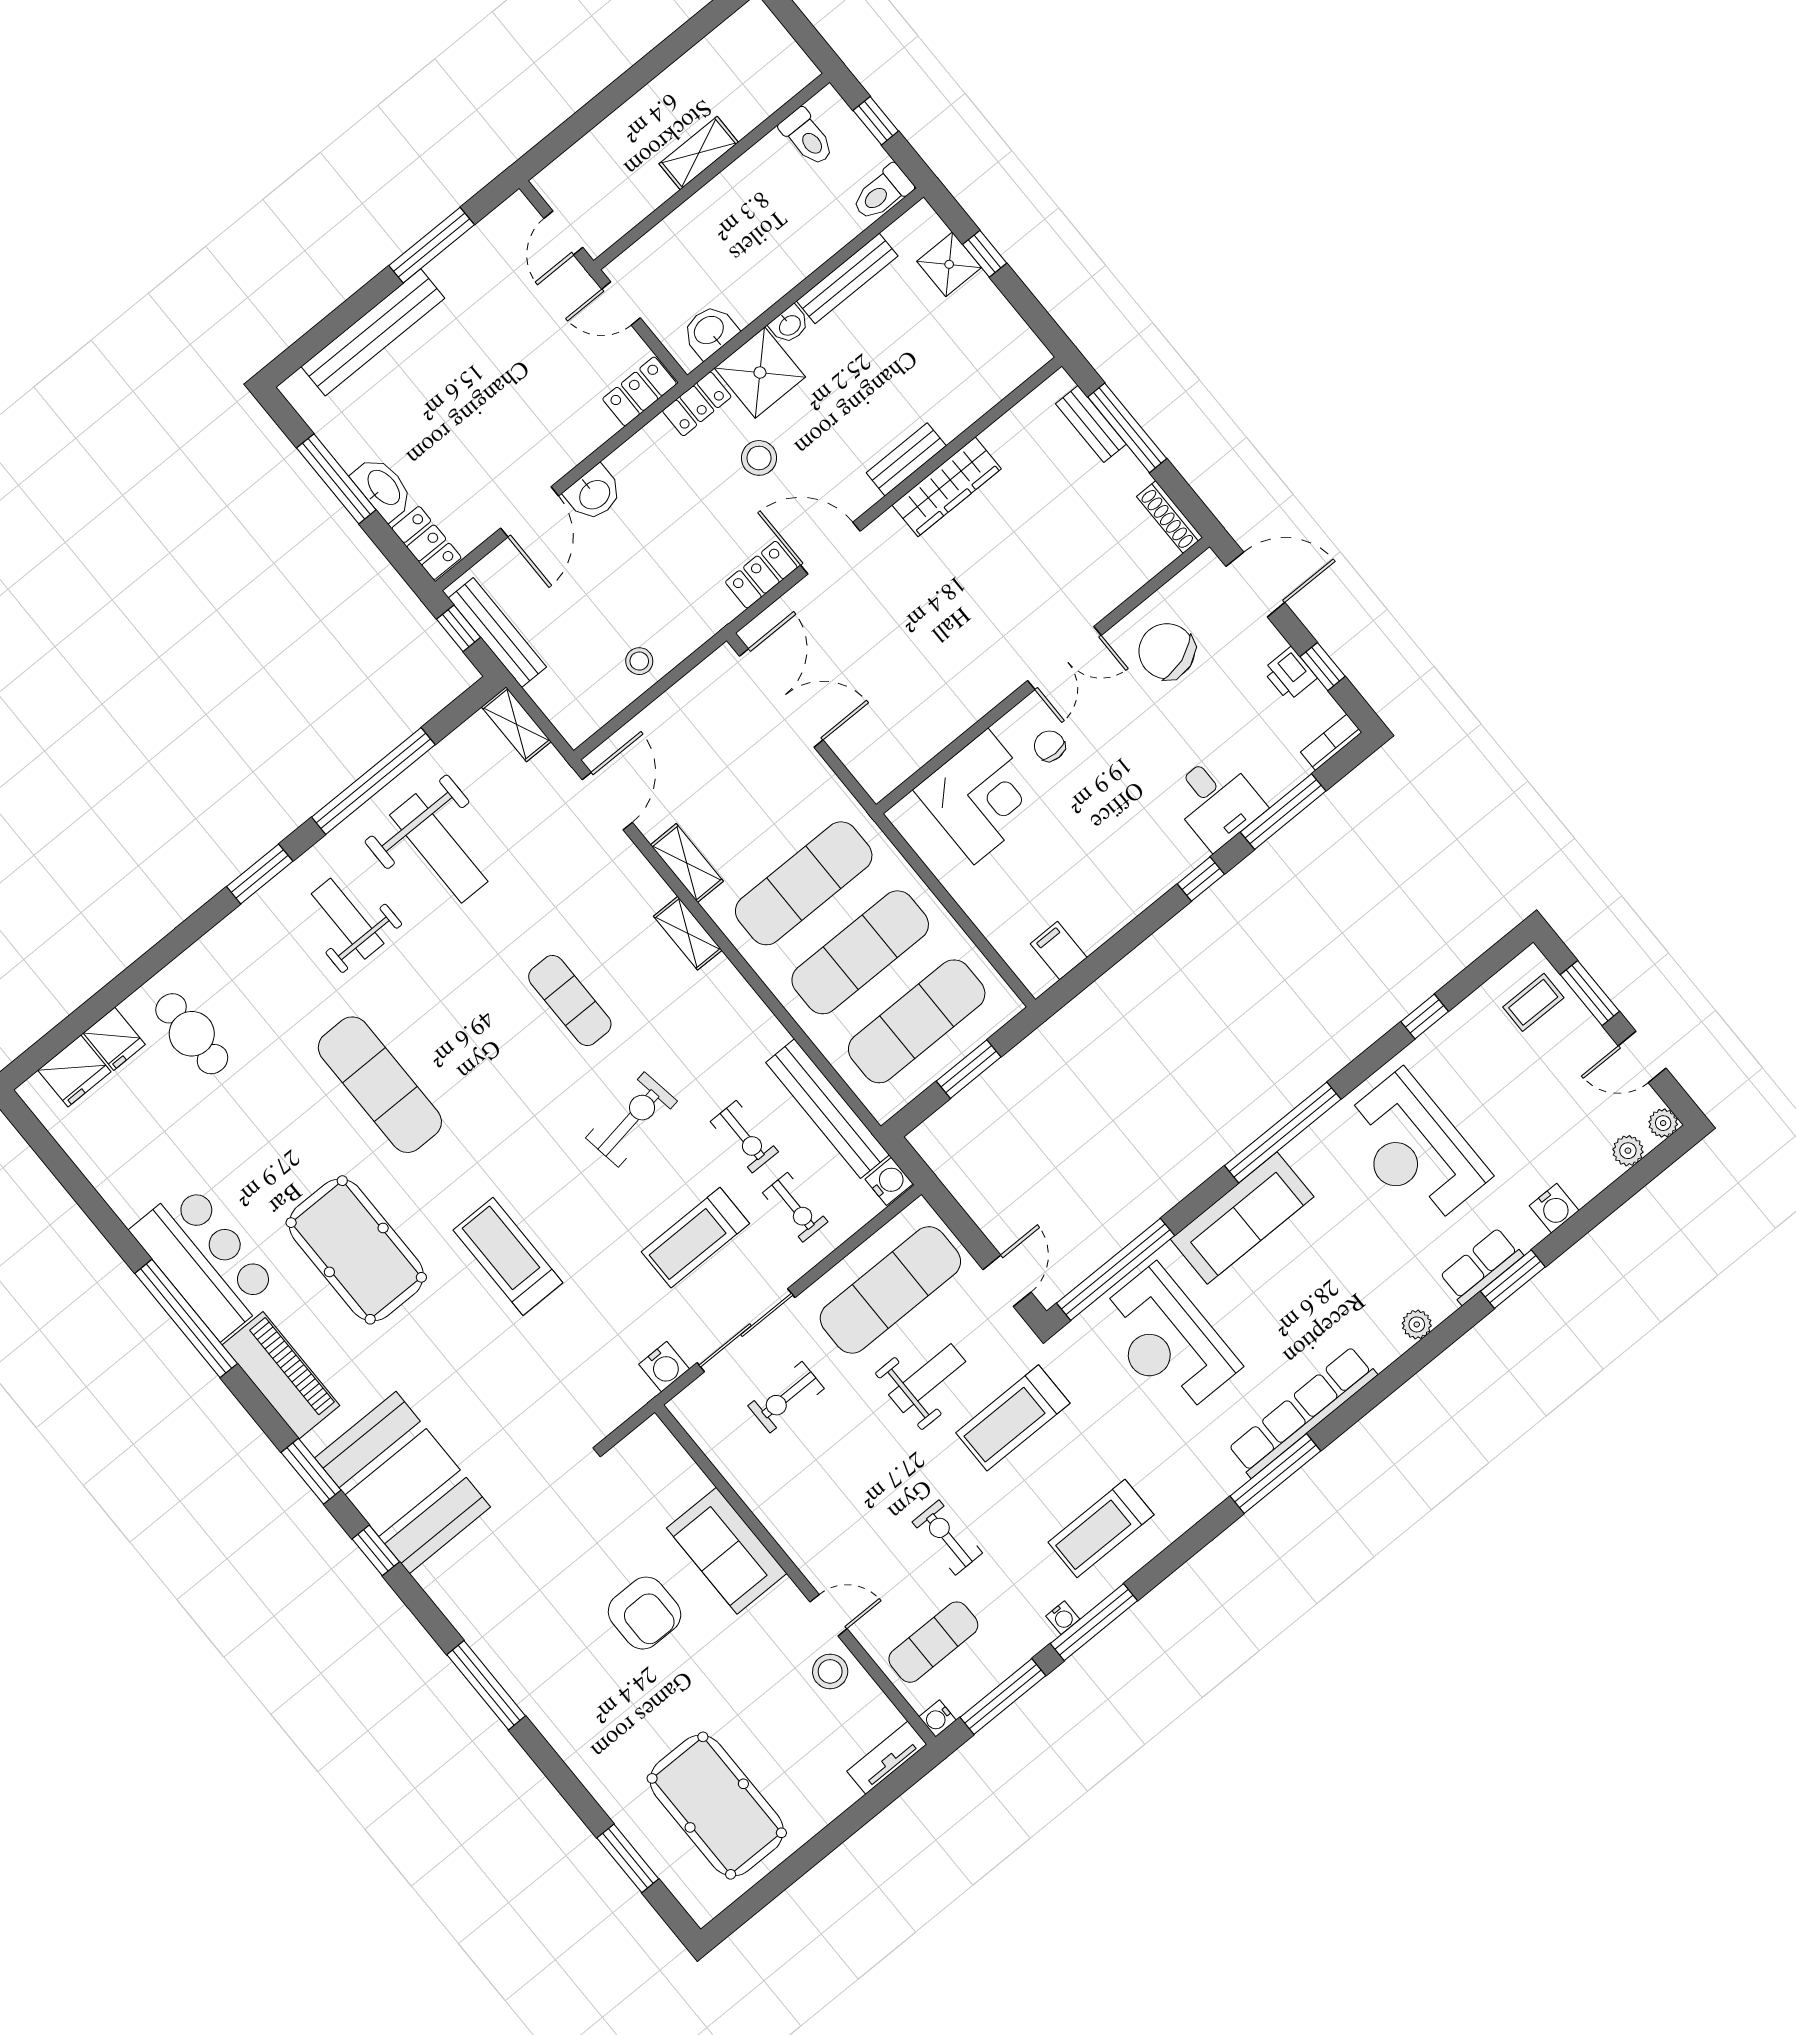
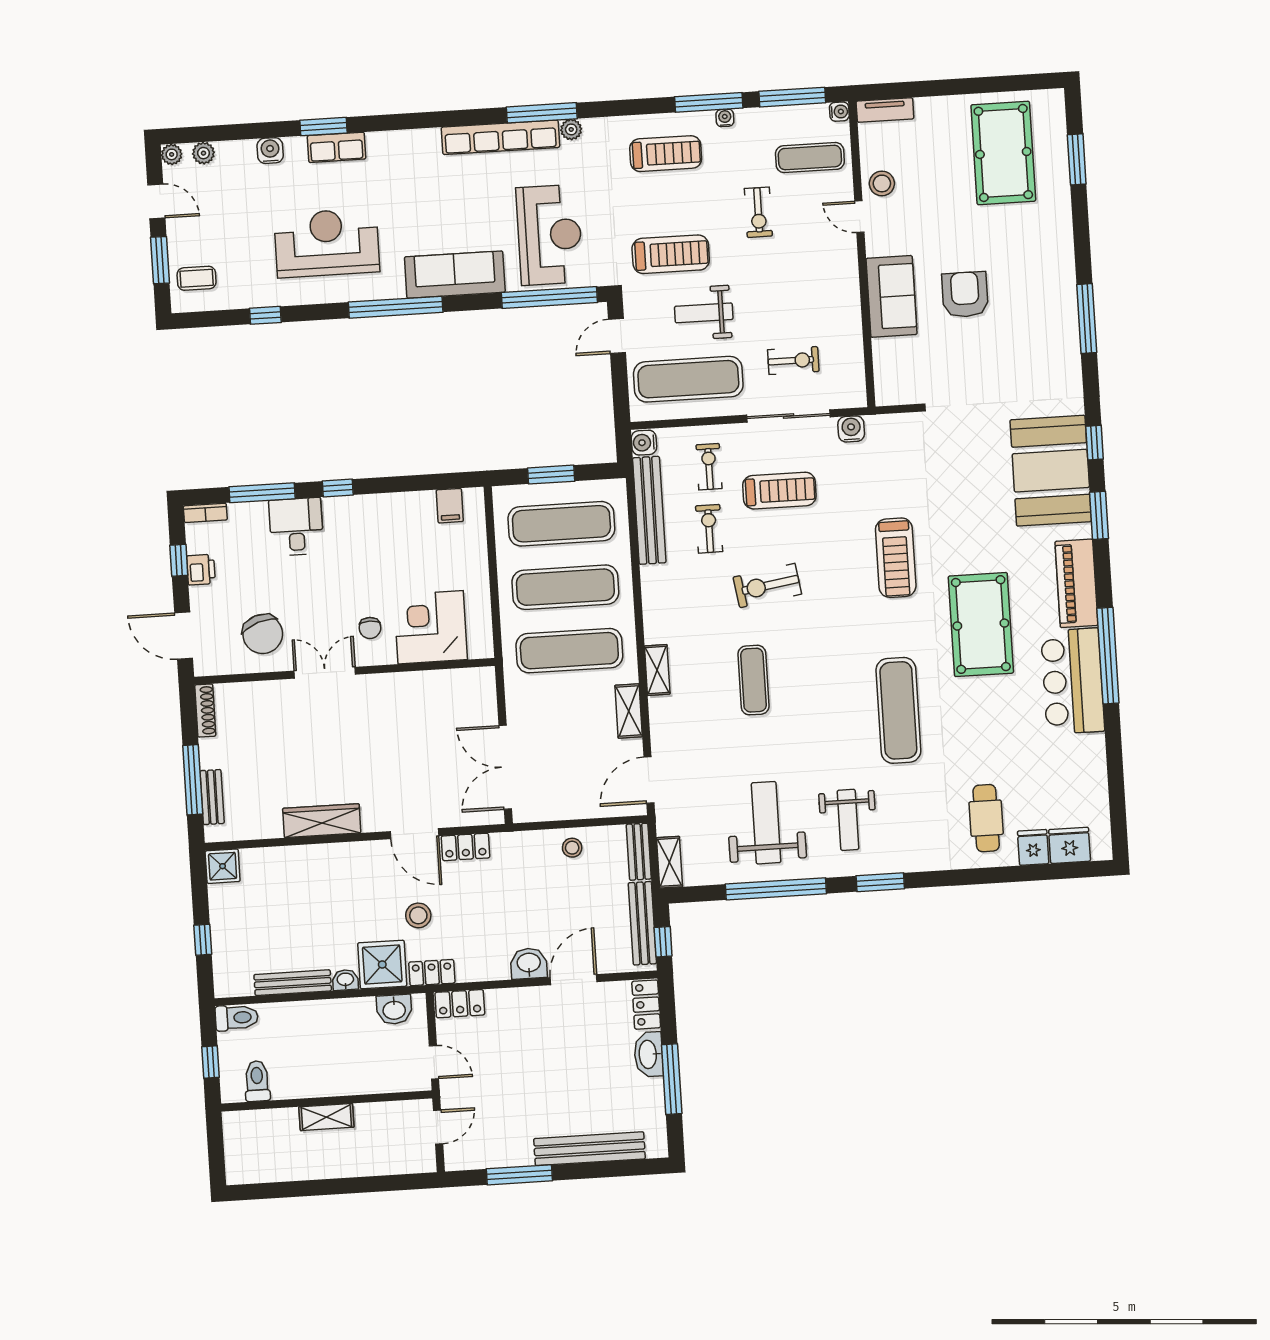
shower: (949, 264) -> (223, 866), moved
bench: (906, 459) -> (639, 852), moved, turned 90
reception desk: (1414, 1149) -> (327, 243), turned -90
plant: (1417, 1324) -> (571, 129), moved

